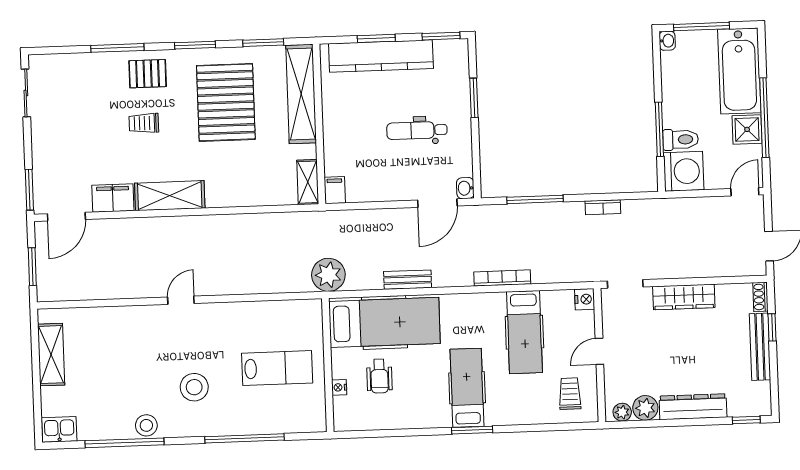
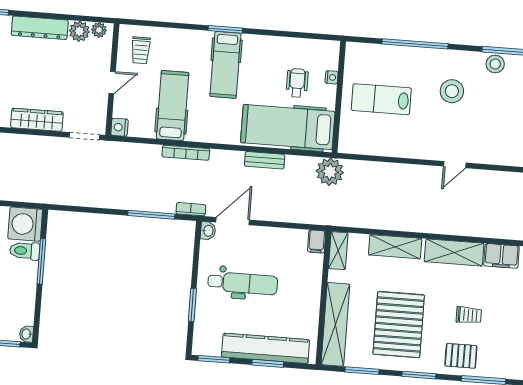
dental chair: (417, 130) -> (243, 283), width x1.36, depth x1.38
shelving: (241, 195) -> (395, 247), added
bookcase: (603, 207) -> (191, 209), moved

